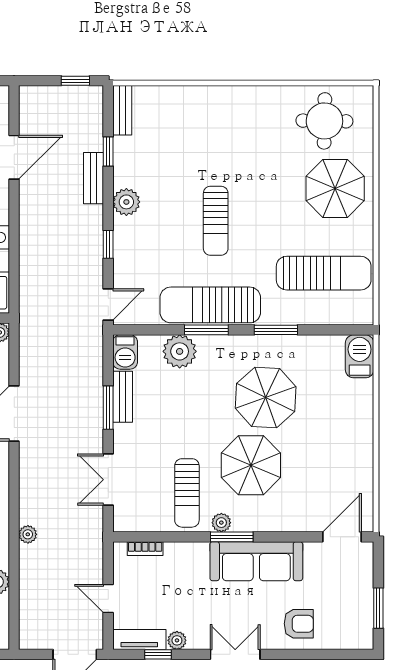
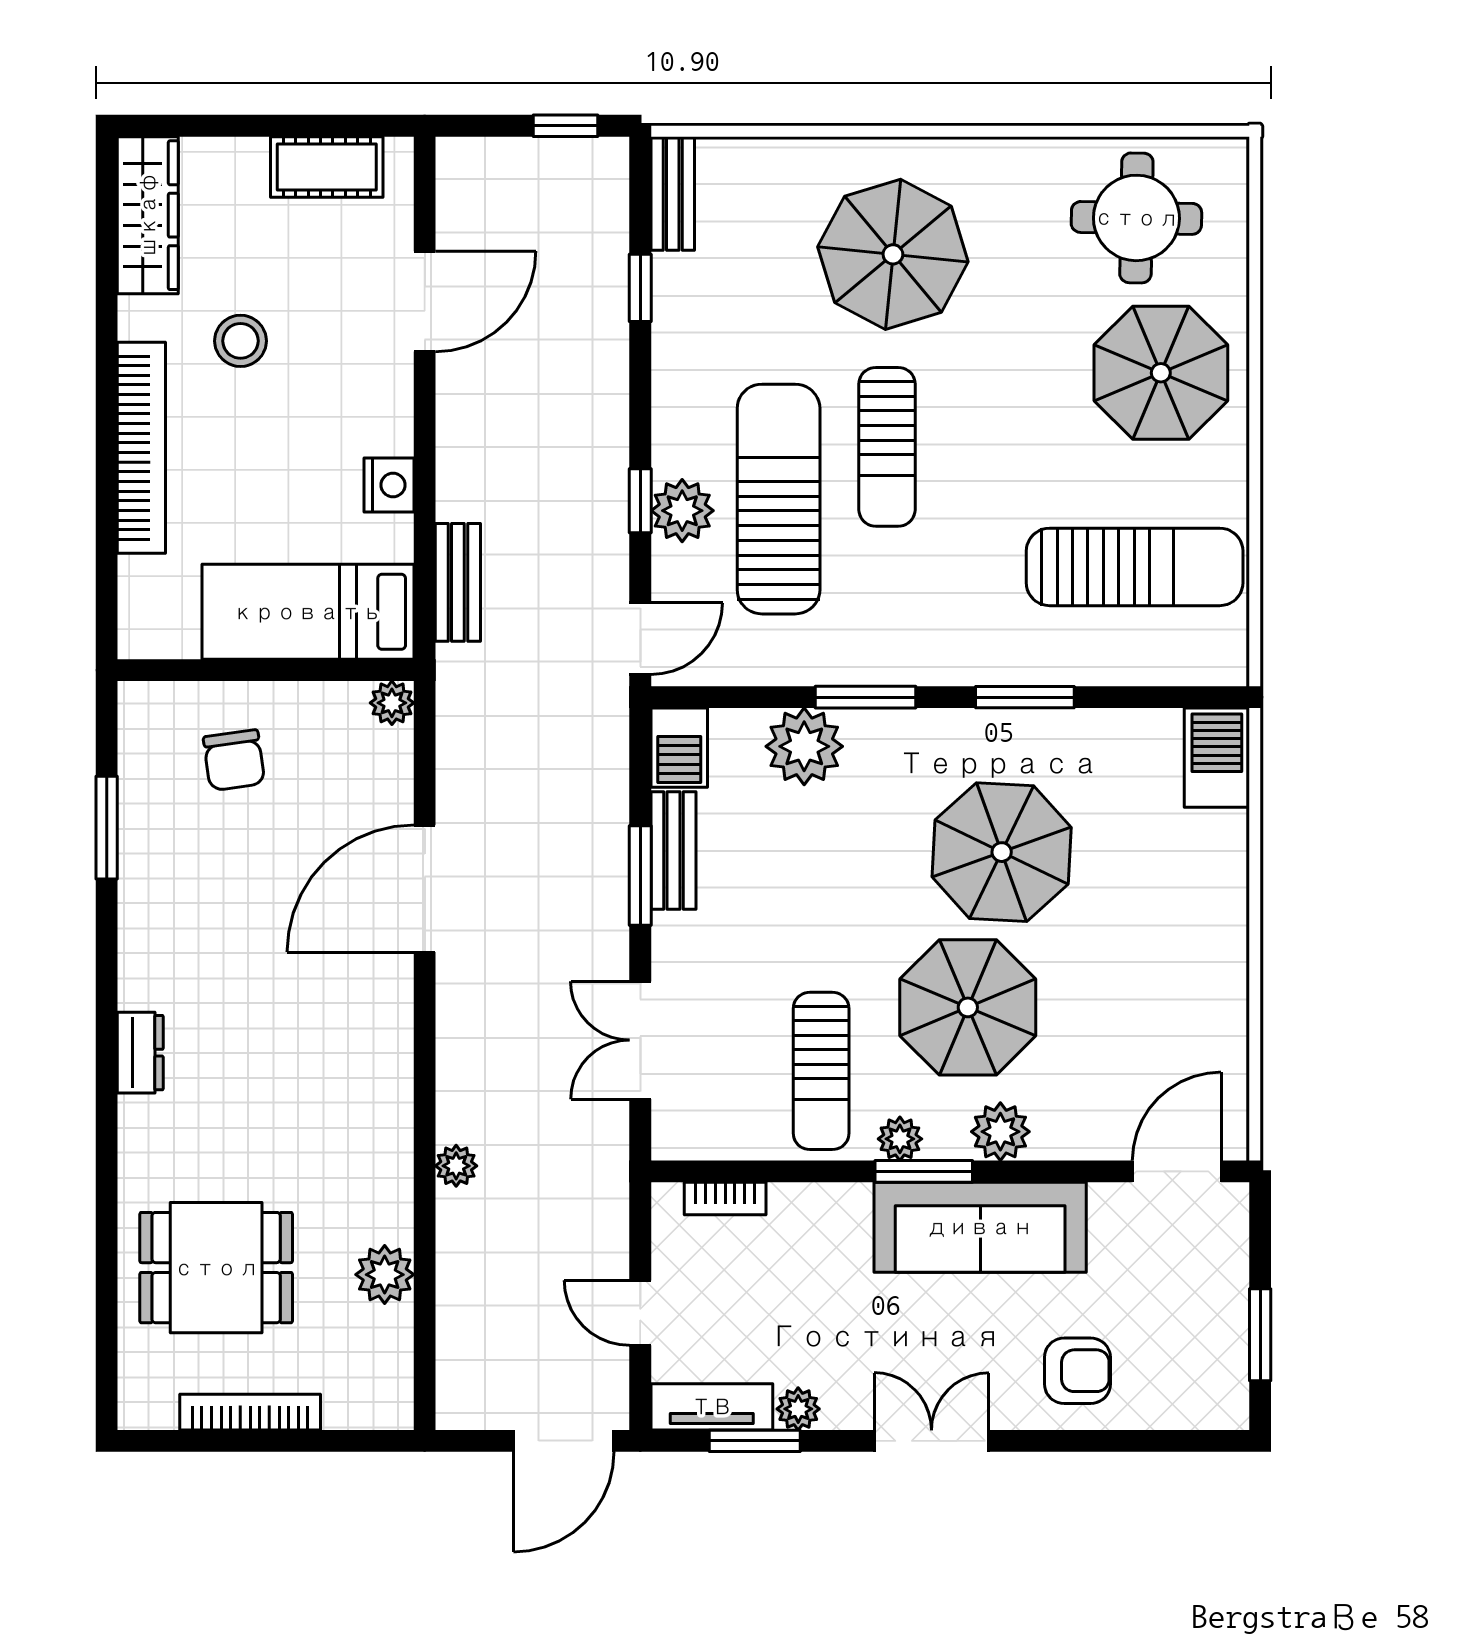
parasol: (218, 137) -> (893, 254), added
bench: (94, 178) -> (458, 582), moved
plant: (126, 202) -> (682, 511), moved
sun lounger: (210, 305) -> (779, 499), moved, turned 90
plant: (265, 519) -> (1000, 1132), added
window: (158, 654) -> (755, 1441), width x1.50

